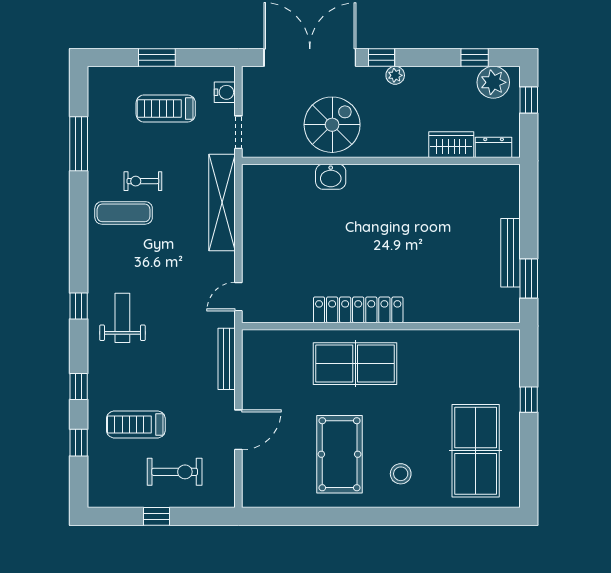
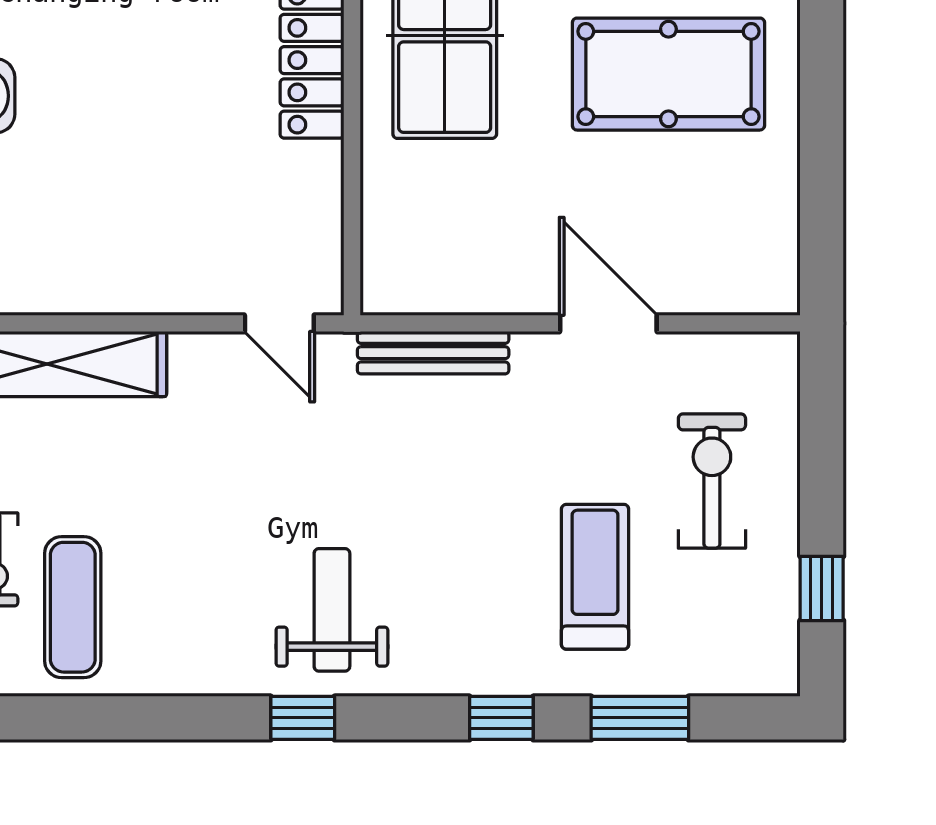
weight bench: (122, 318) -> (332, 610), turned 90
treadmill: (136, 424) -> (595, 577), turned 180
window: (79, 443) -> (640, 718), width x1.50
window: (157, 516) -> (822, 588), moved

